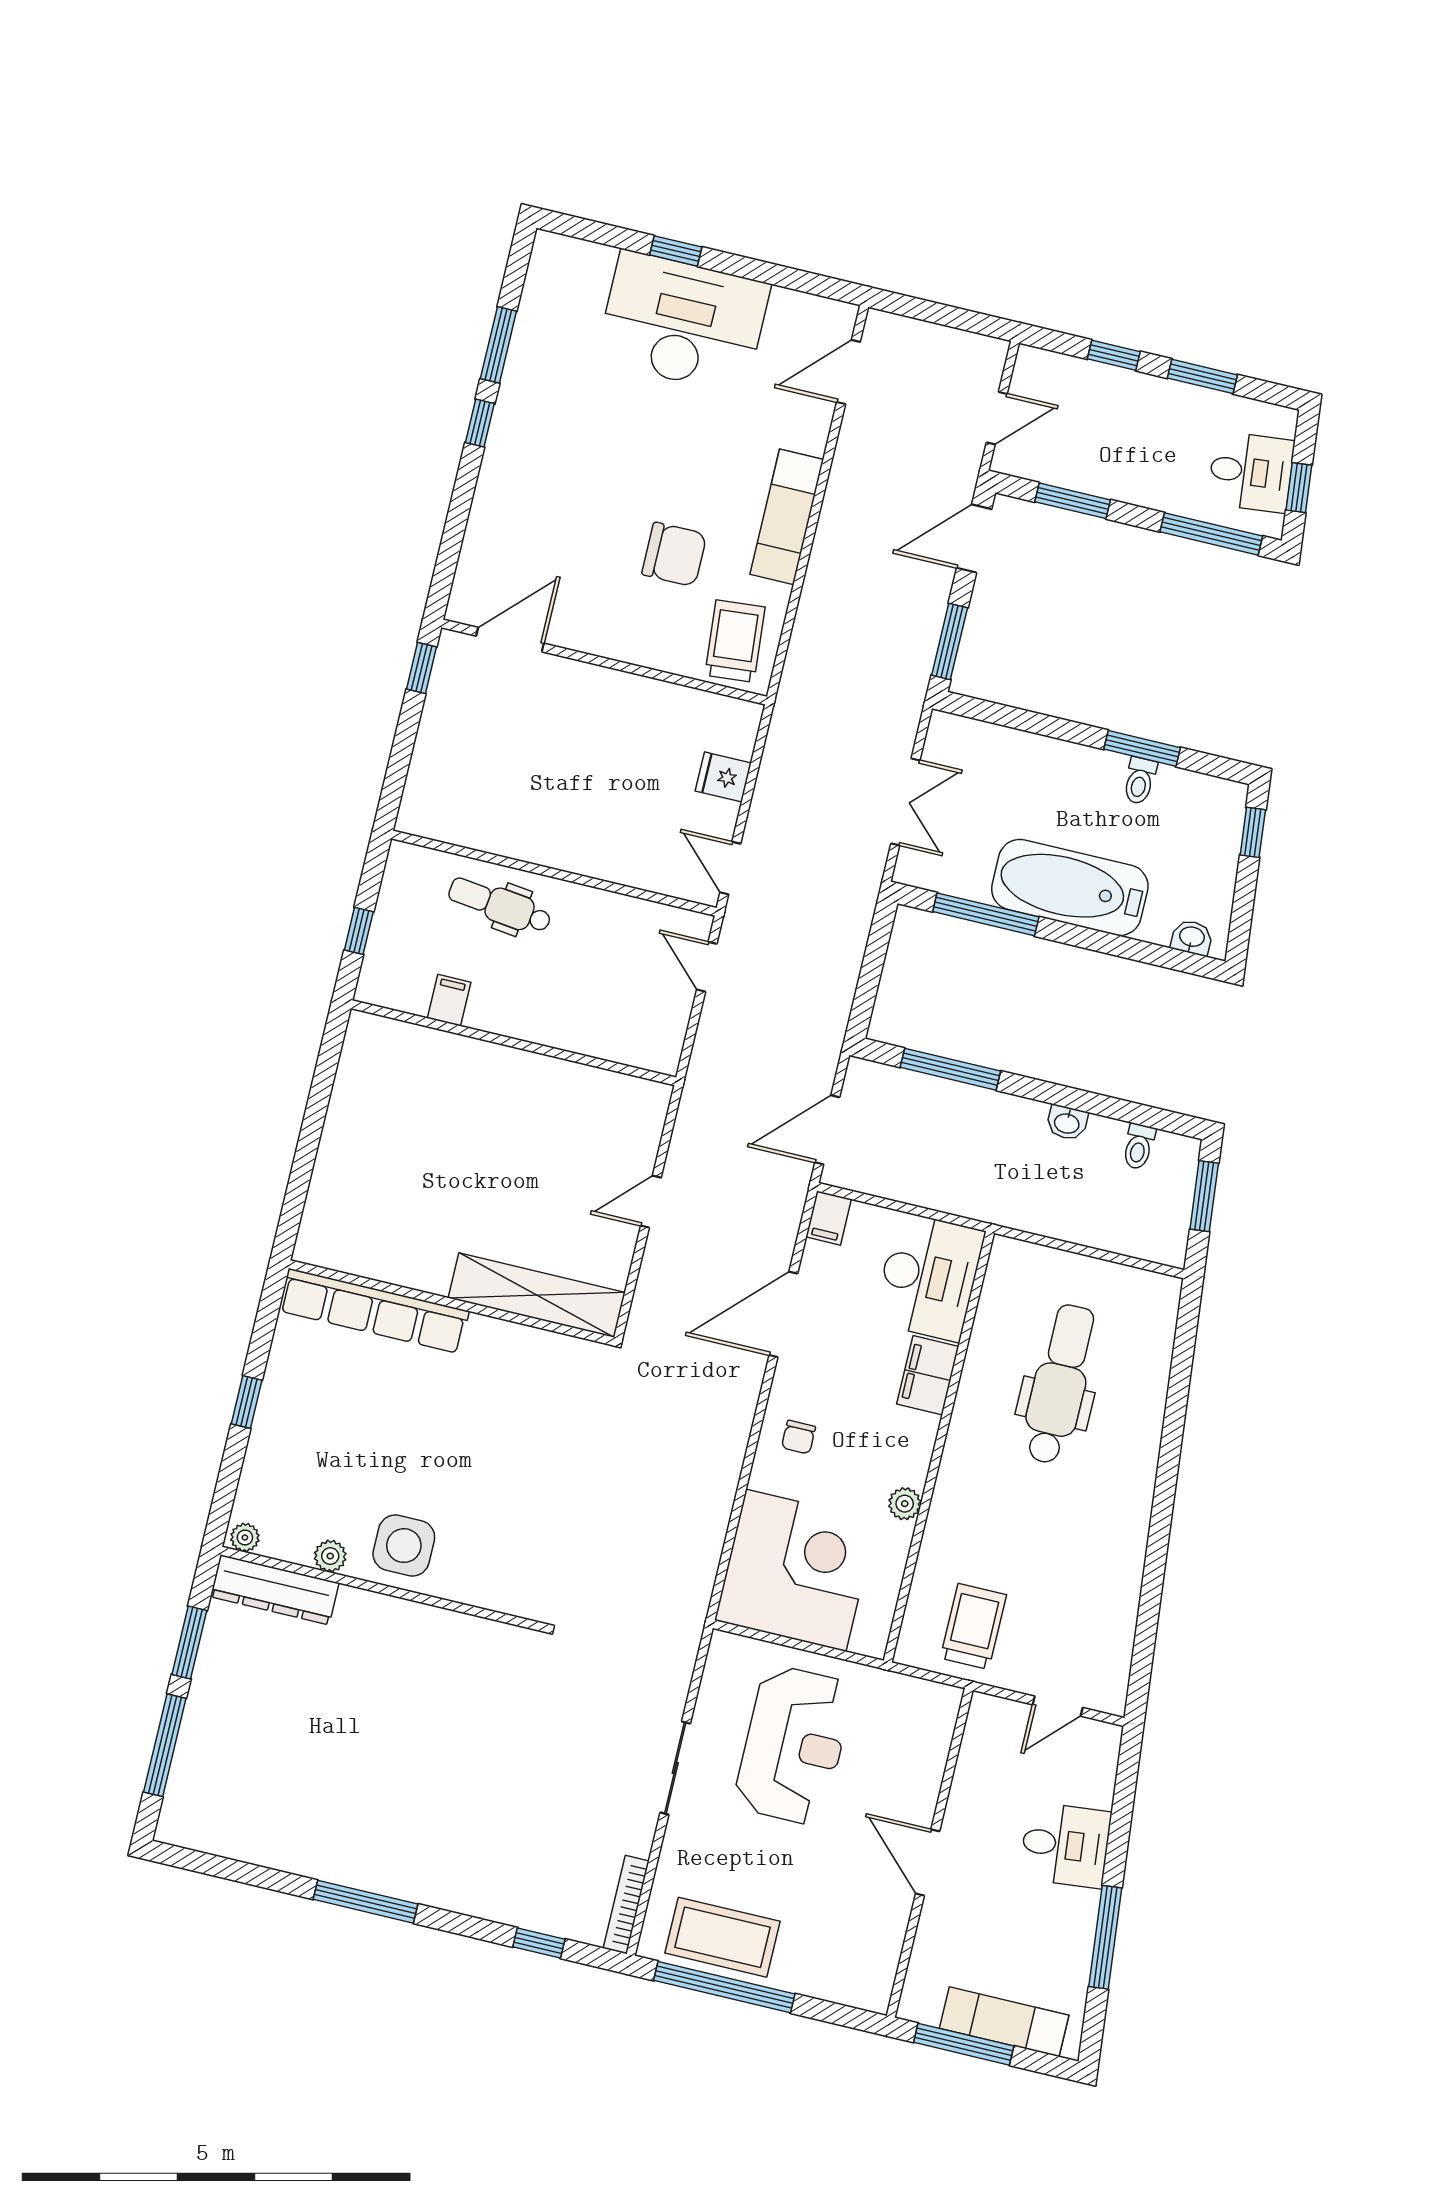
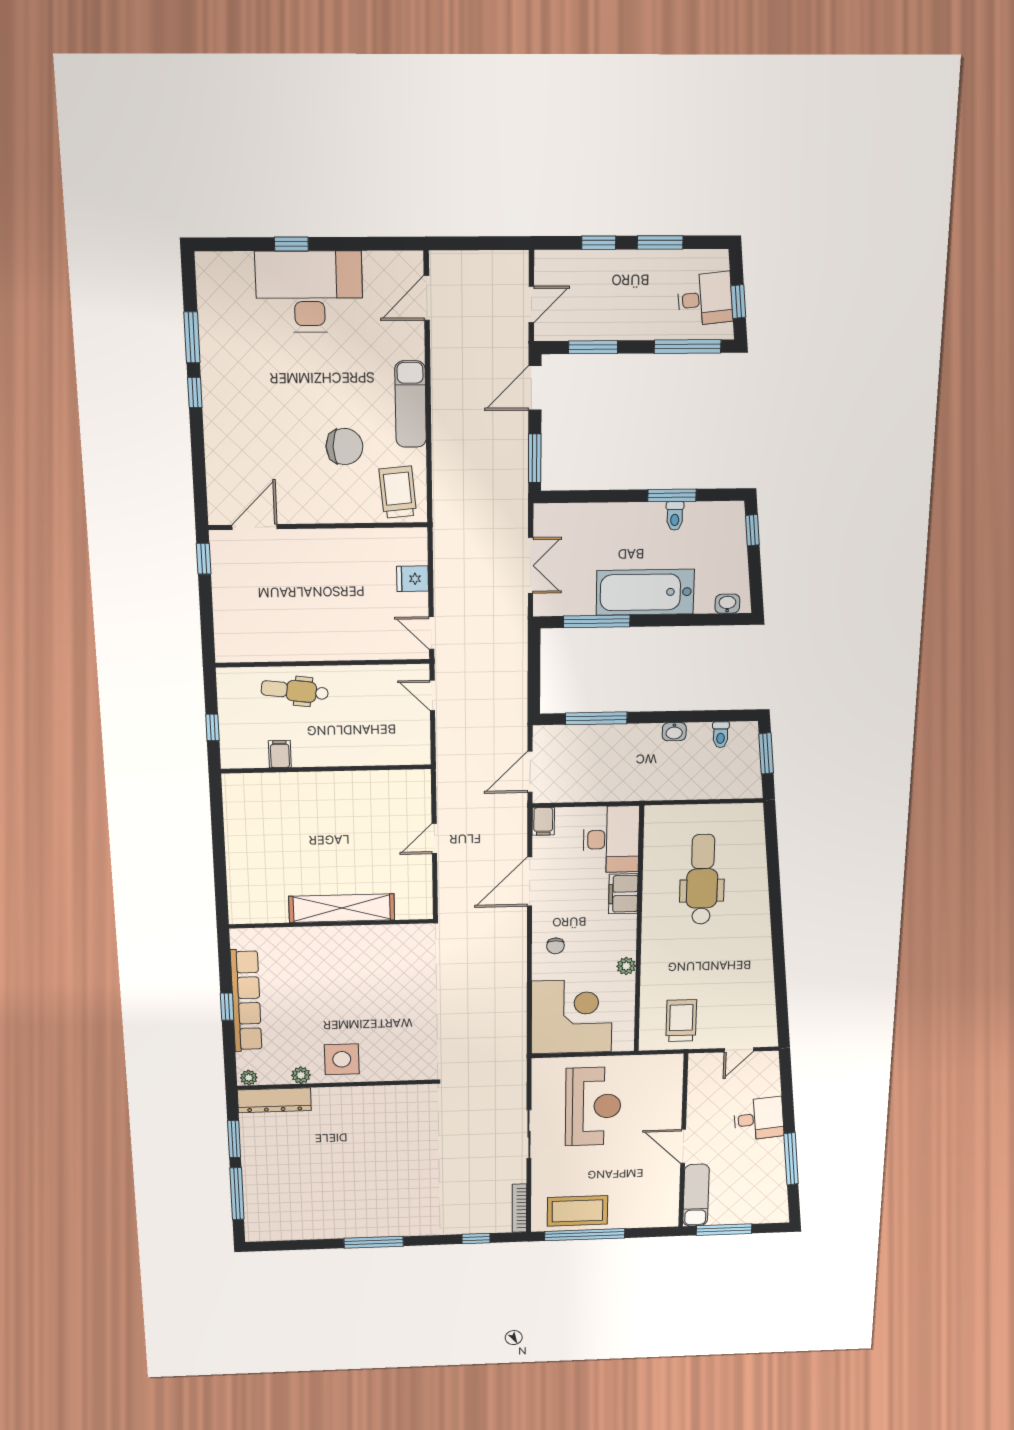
shelving: (537, 1295) -> (342, 908), moved
row of seats: (374, 1311) -> (246, 1001), moved, turned -90
exam couch: (1004, 2022) -> (696, 1195), moved, turned 90

